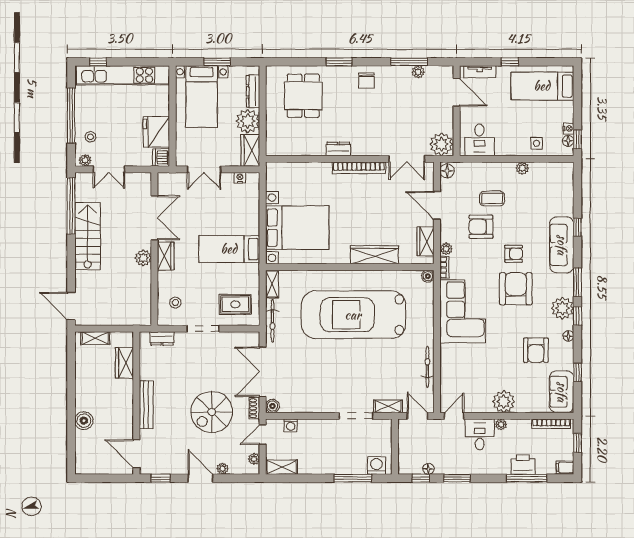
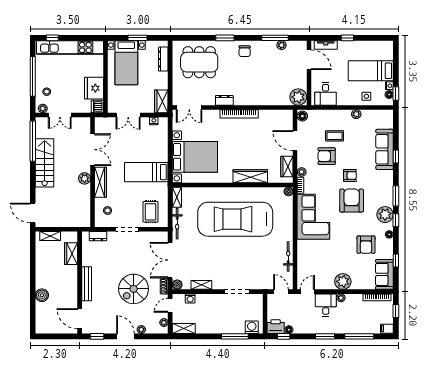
bed: (542, 86) -> (371, 71), moved
dining table: (303, 96) -> (199, 62), width x1.37
plant: (248, 121) -> (159, 80), removed
double door: (407, 159) -> (189, 107), moved
sofa: (562, 245) -> (385, 149), moved
wardrobe: (166, 256) -> (101, 182), width x1.50
rug: (235, 304) -> (151, 212), turned 90
shelving: (388, 406) -> (201, 285), moved
printer: (523, 465) -> (276, 327), moved
window: (457, 478) -> (325, 336), moved

